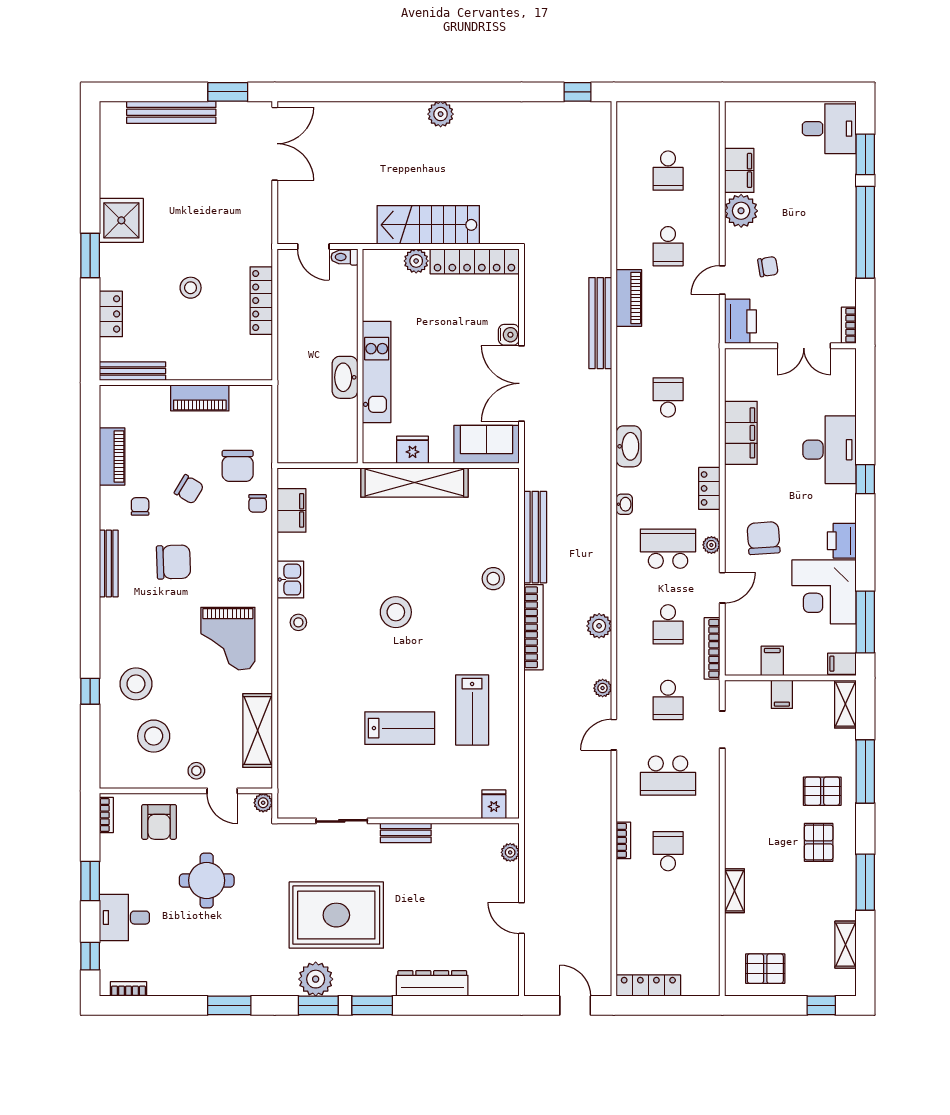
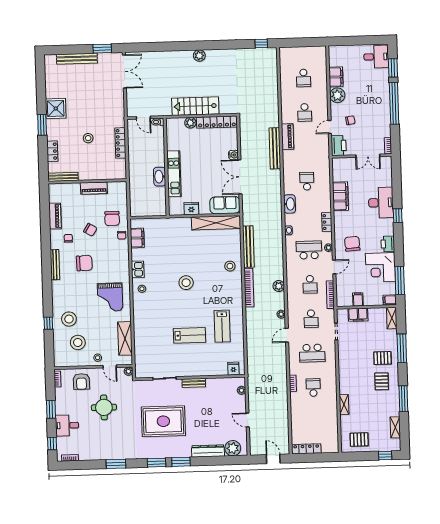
shelving: (414, 483) -> (216, 223), moved
filing cabinet: (782, 694) -> (358, 315), width x2.00
plant: (316, 979) -> (233, 448), moved

